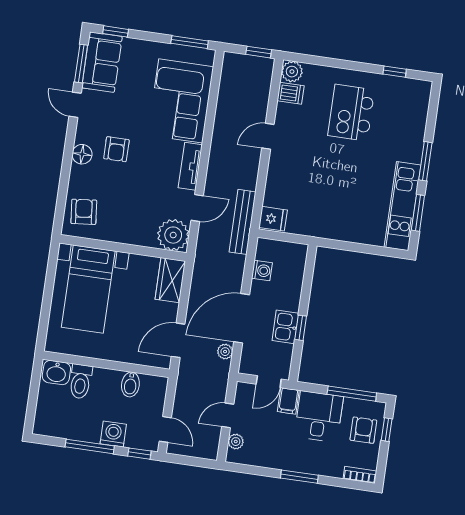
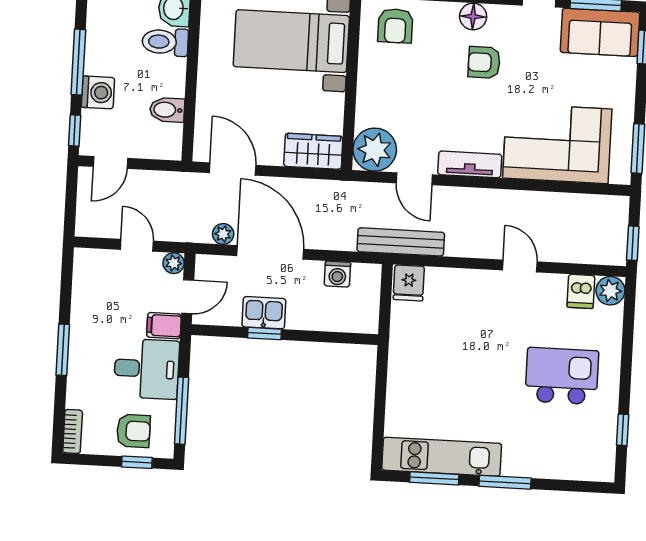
armchair: (84, 212) -> (395, 26), turned 96
door: (269, 382) -> (188, 297), swing flipped
plant: (236, 442) -> (174, 263), moved

